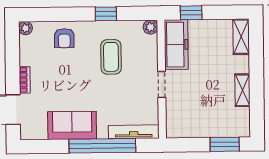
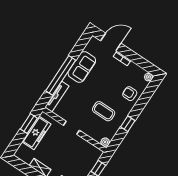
freezer: (176, 45) -> (36, 133), moved, turned -90
window: (225, 144) -> (29, 124), moved

